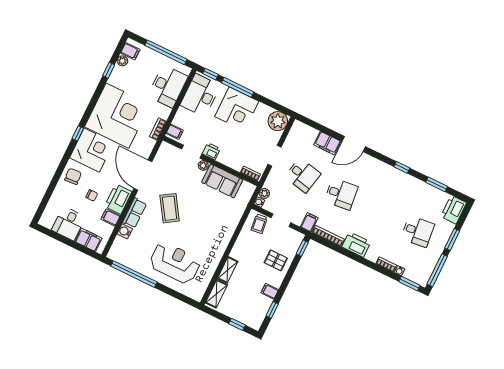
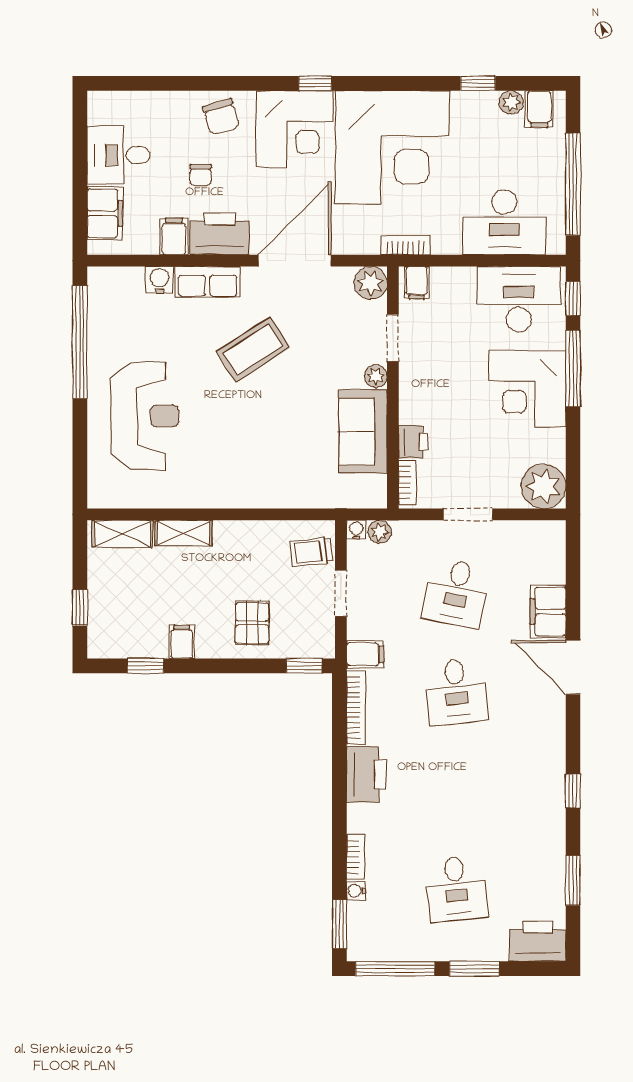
plant: (166, 150) -> (371, 283), added
printer: (211, 151) -> (413, 442), moved
chair: (73, 176) -> (221, 117), turned 78

